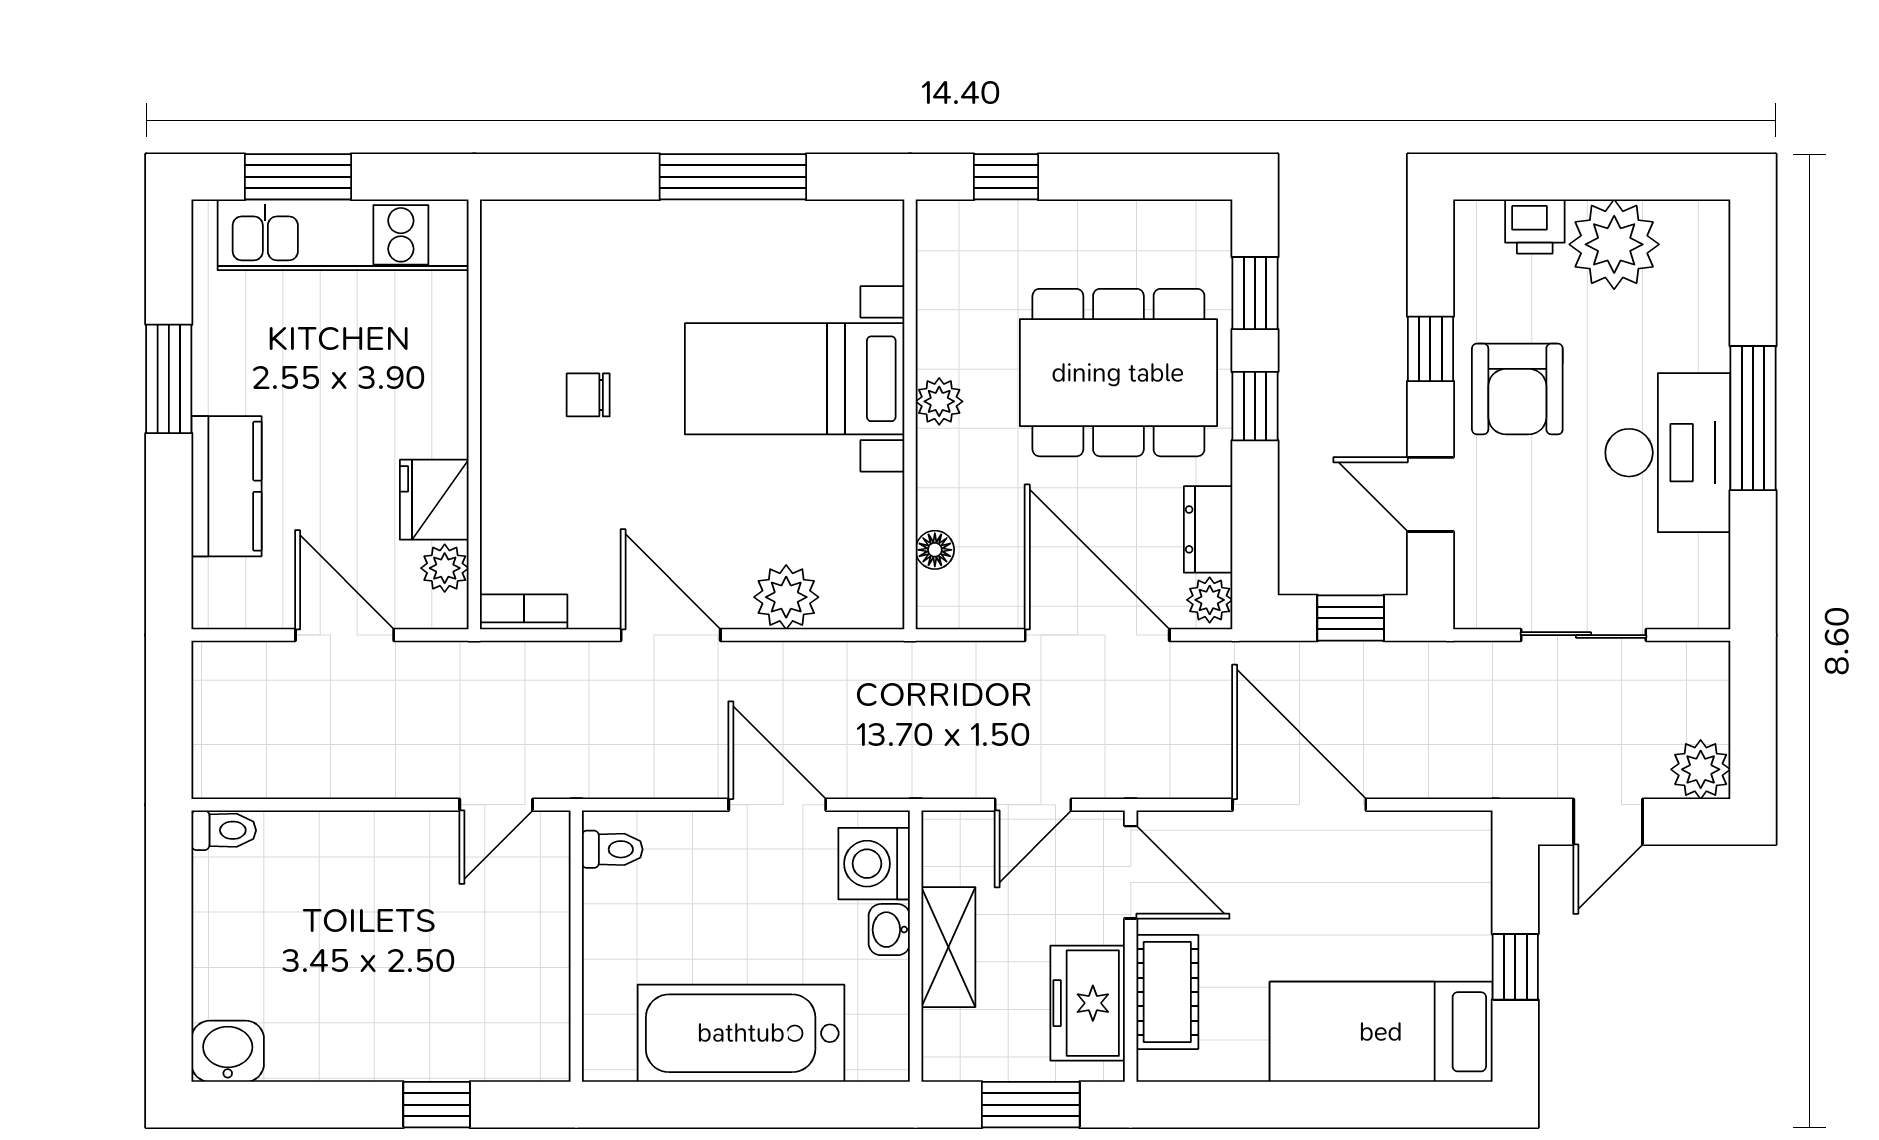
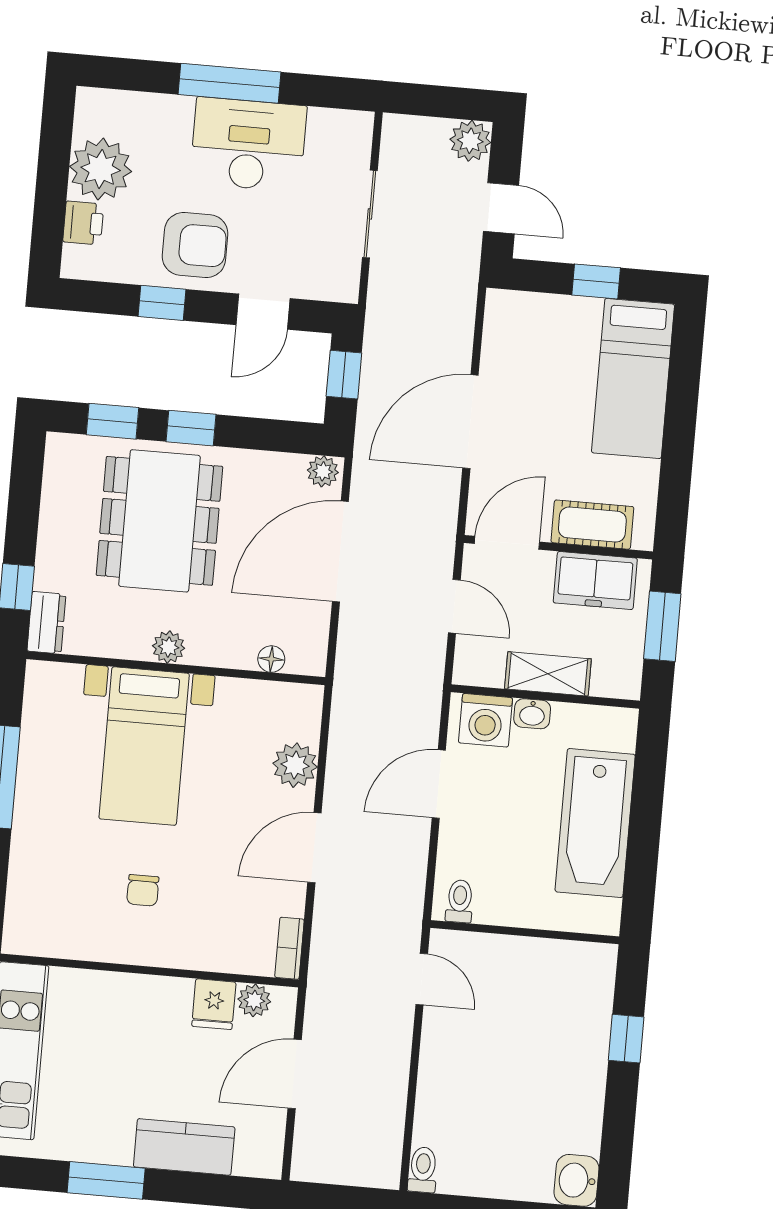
fridge: (434, 500) -> (214, 1004), width x0.72
dresser: (1208, 529) -> (46, 623), moved, turned -90

